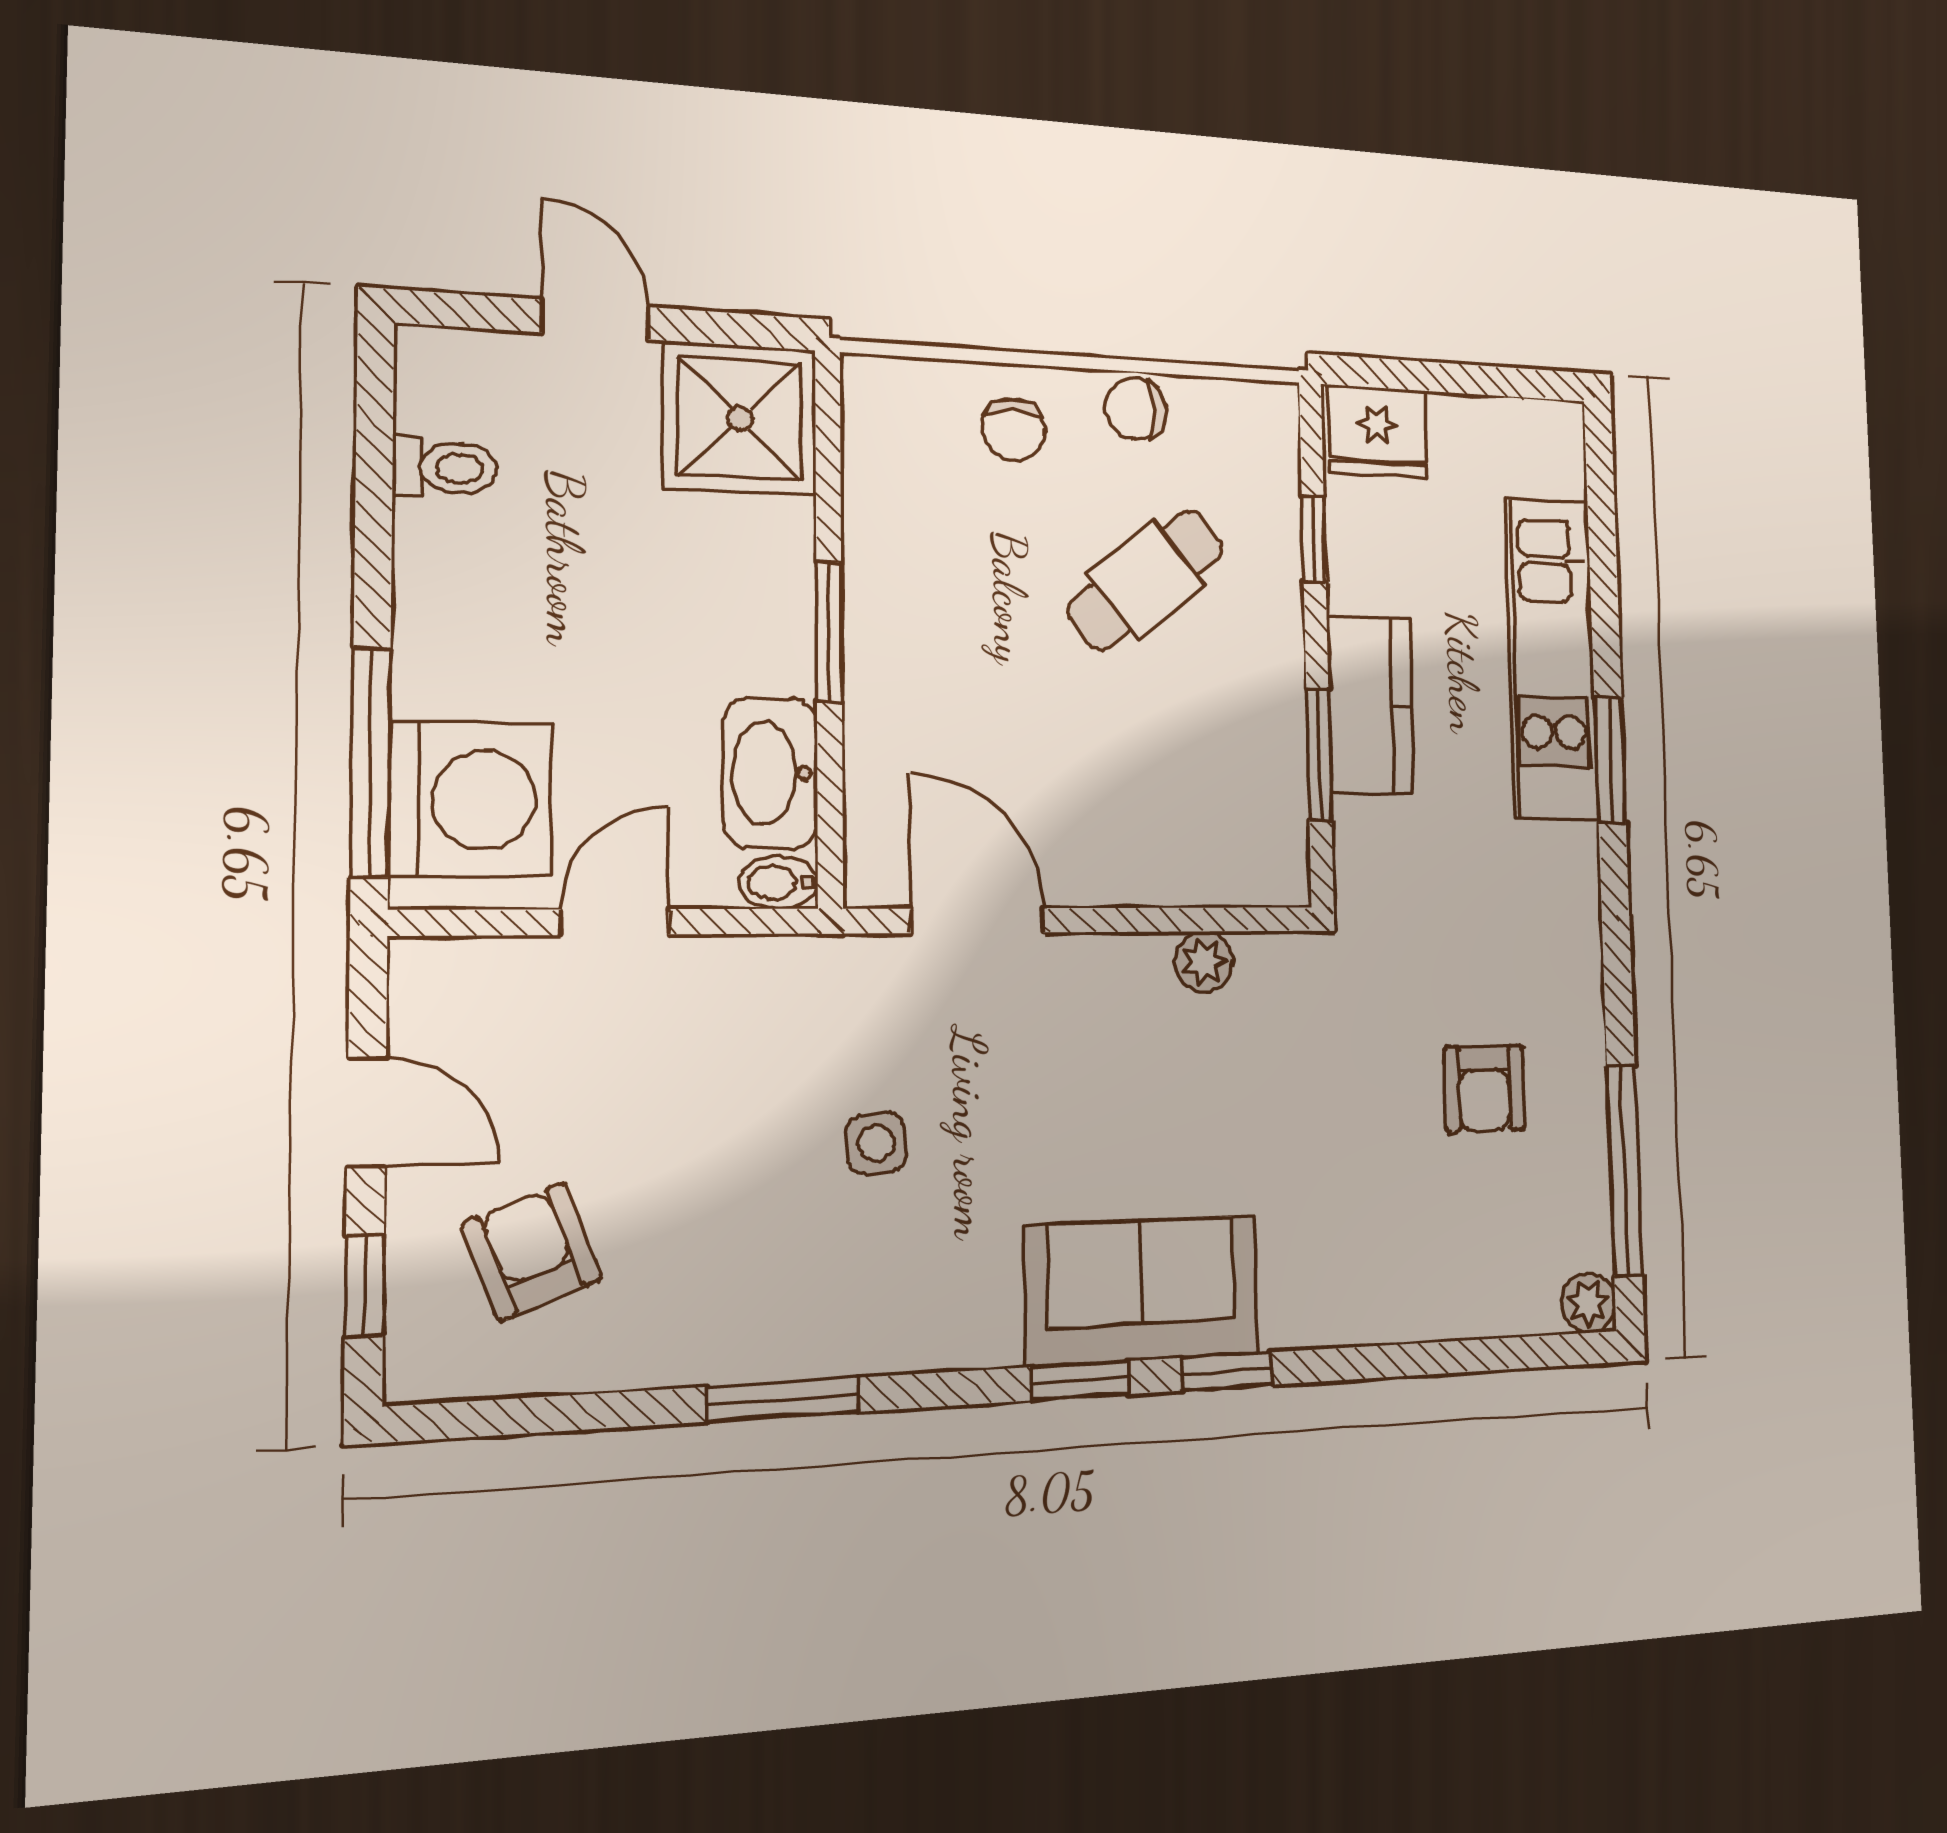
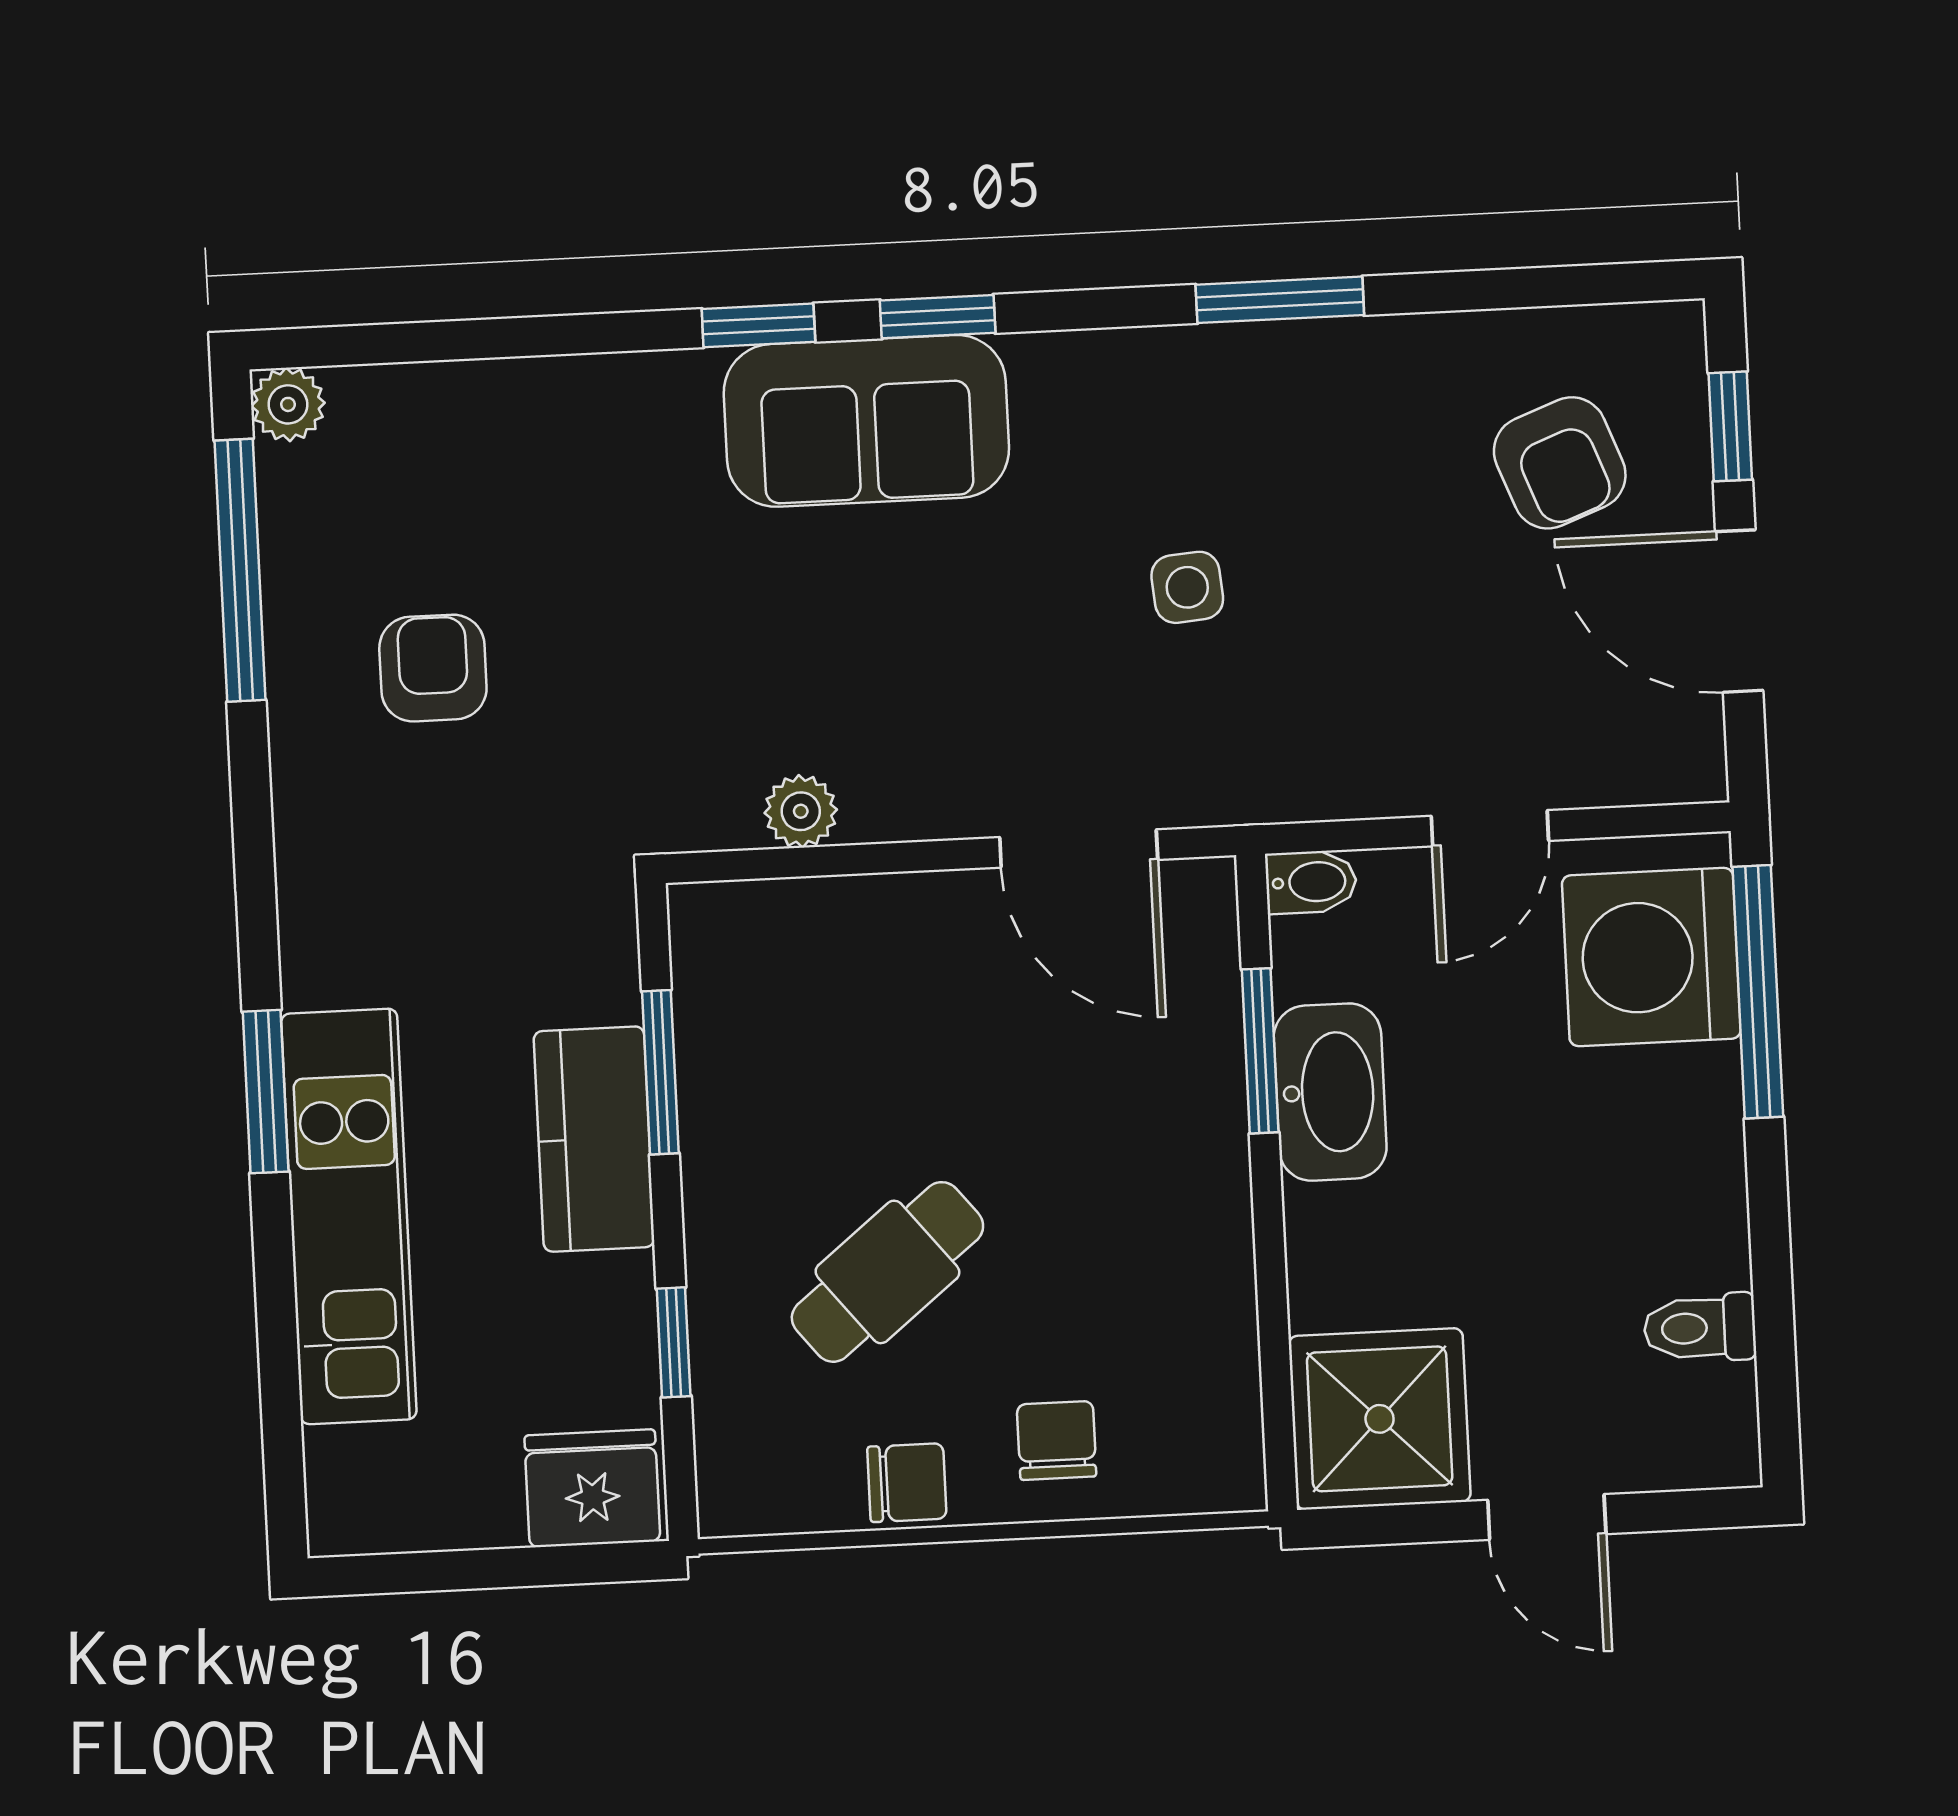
window: (829, 632) -> (1260, 1051), moved
washbasin: (770, 773) -> (1330, 1092), moved
door: (367, 1112) -> (1739, 611), width x1.38

